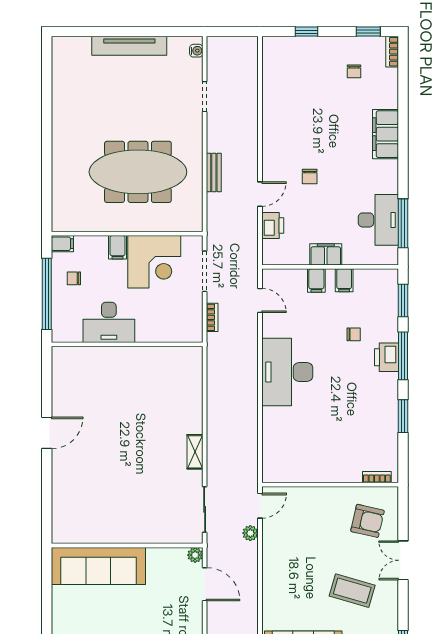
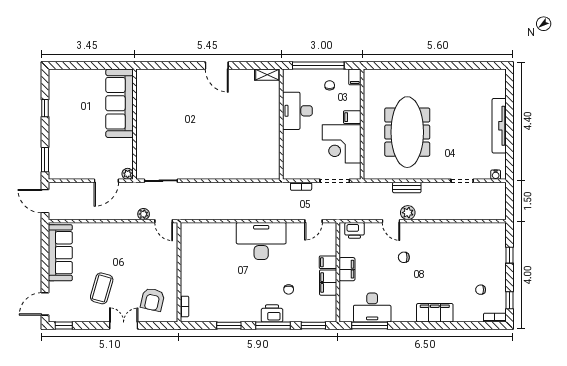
plant: (248, 171) -> (408, 213), added
printer: (273, 225) -> (354, 230), moved
filing cabinet: (344, 280) -> (328, 283), width x2.00
shelving: (195, 452) -> (267, 75), moved

